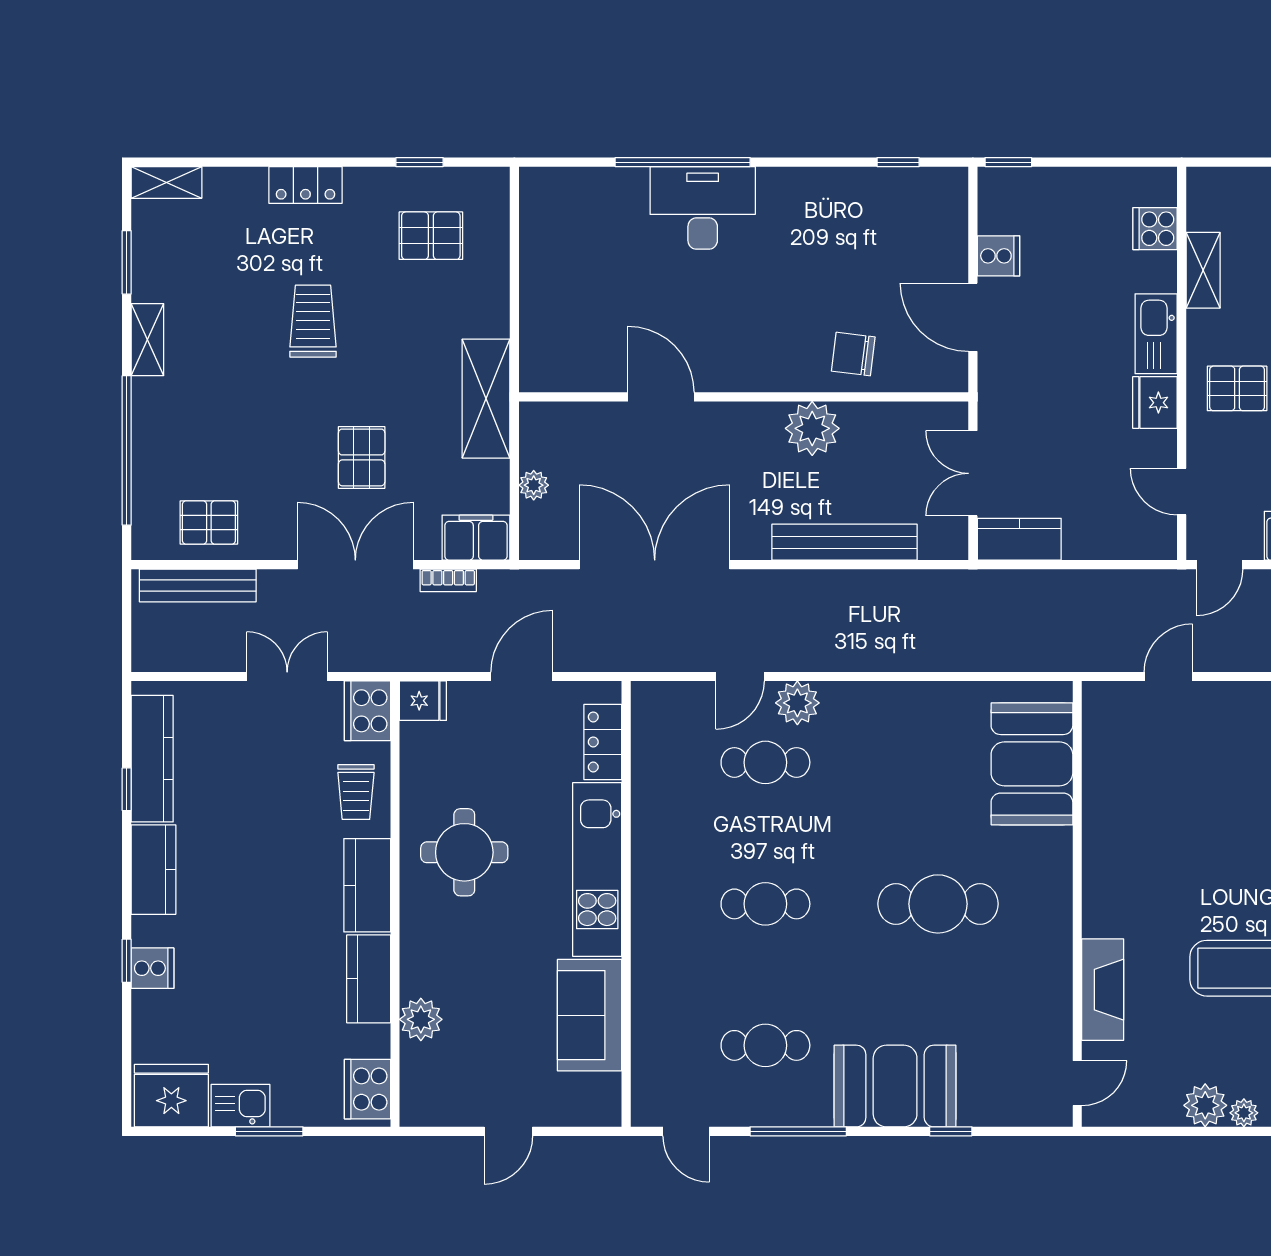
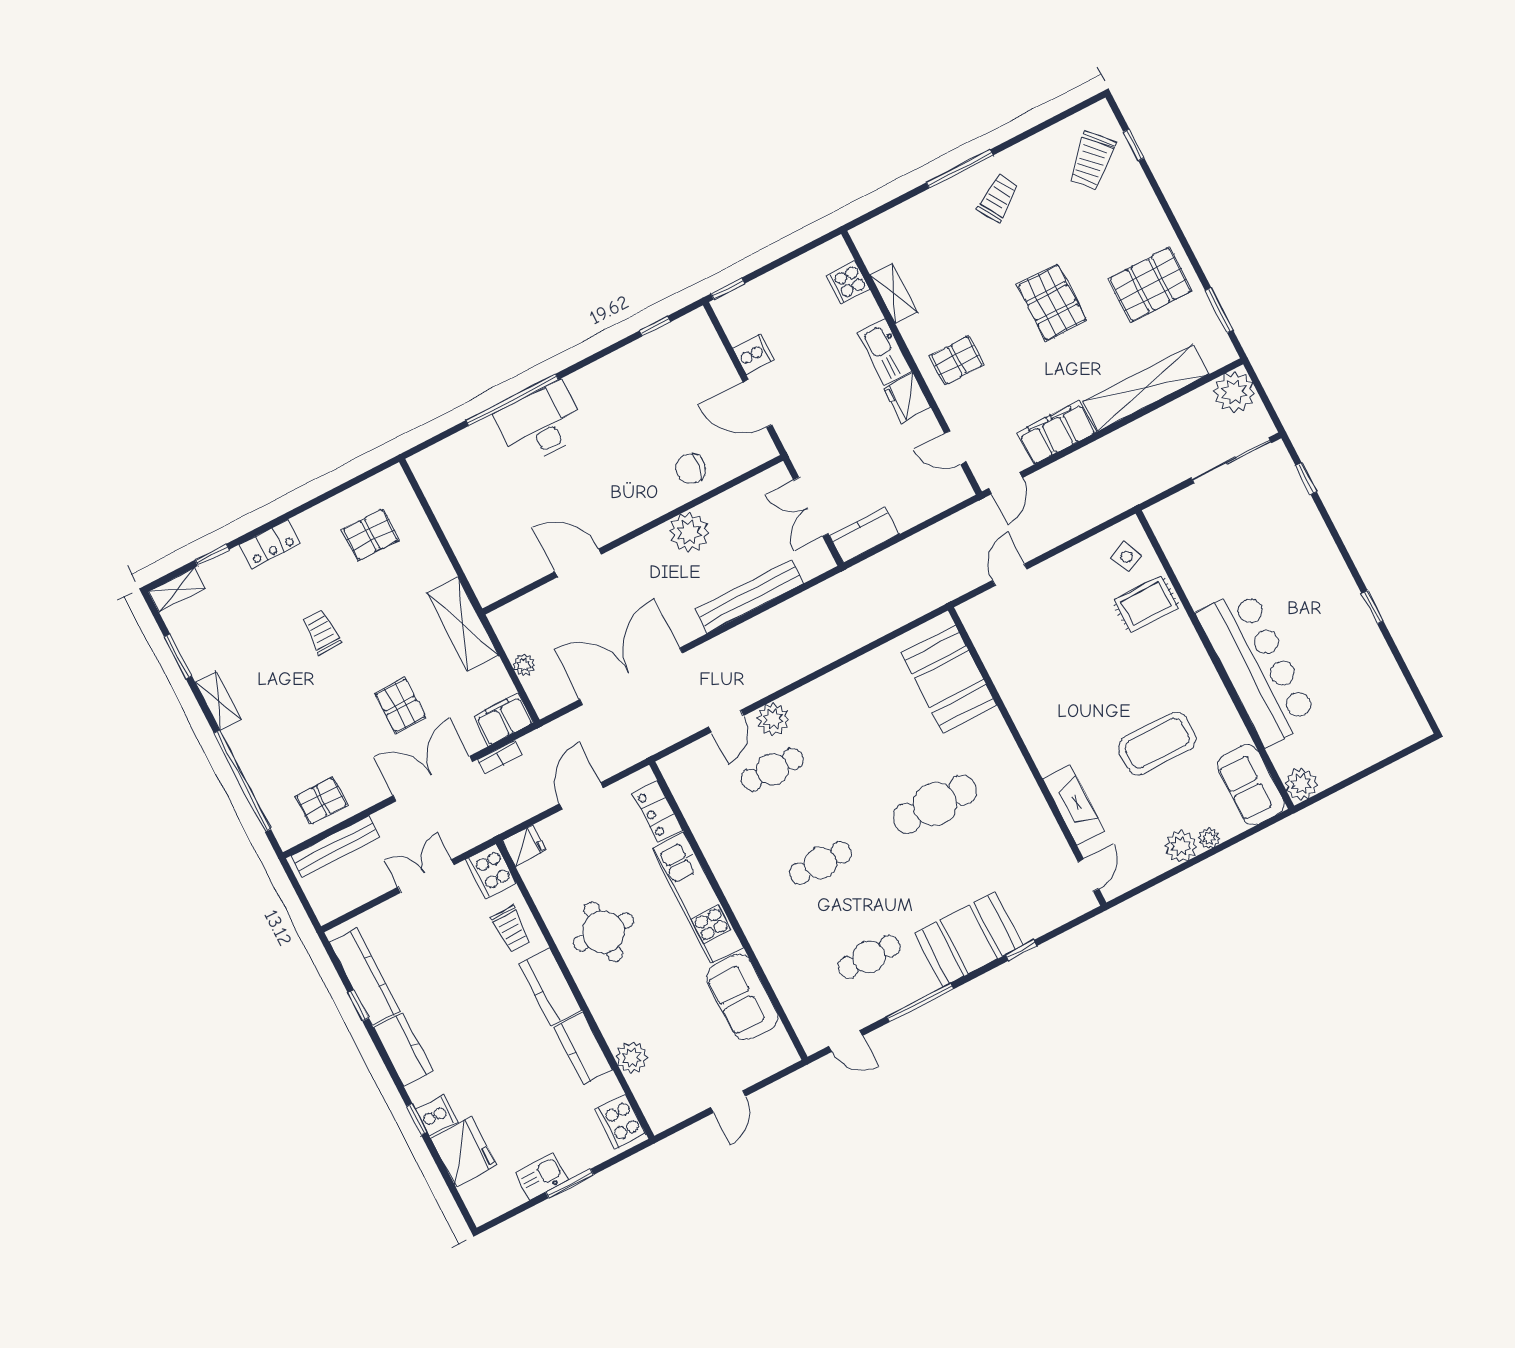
window: (420, 162) -> (212, 555), moved
trolley: (313, 321) -> (322, 632), width x0.73, depth x0.72
fridge: (171, 1096) -> (464, 1152), moved, turned 90

